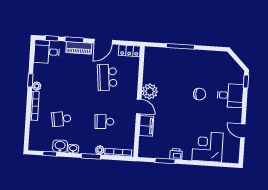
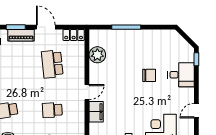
door: (103, 42) -> (46, 27), swing flipped
plant: (150, 91) -> (97, 55), moved
door: (139, 106) -> (87, 92), hinge flipped
door: (243, 131) -> (196, 111), hinge flipped

